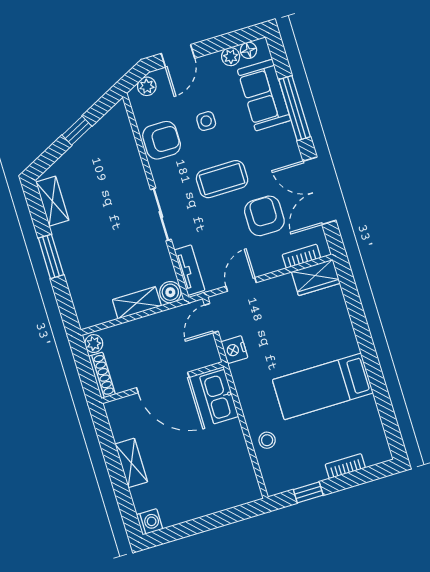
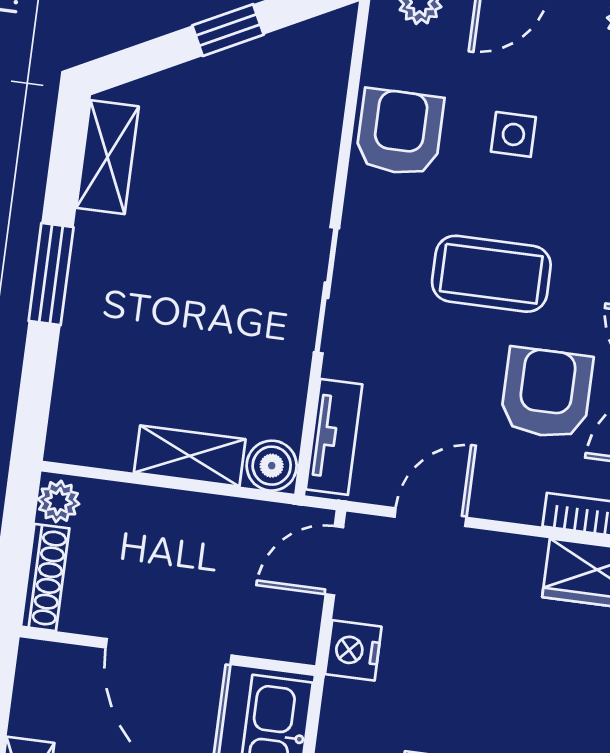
armchair: (162, 140) -> (400, 132), turned -90

